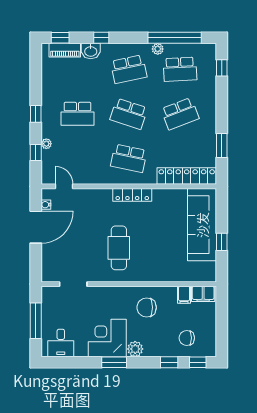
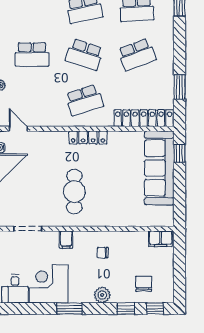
school desk: (129, 158) -> (84, 100), turned -30
window: (222, 242) -> (180, 153), moved
filing cabinet: (184, 295) -> (66, 240), moved
chair: (147, 307) -> (103, 253), width x0.54, depth x0.54
corner desk: (107, 338) -> (49, 284), moved
chair: (187, 338) -> (144, 284), turned 90
plant: (135, 349) -> (102, 295), moved

